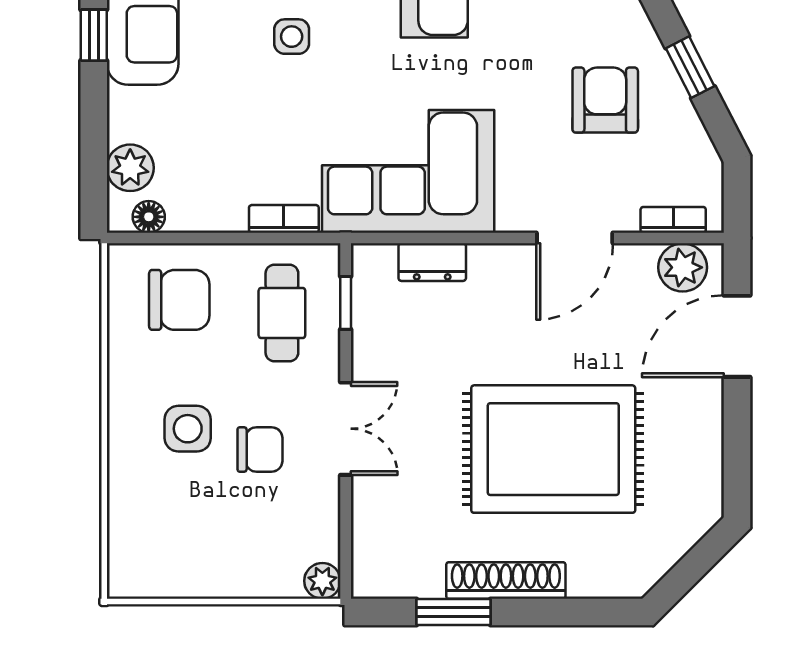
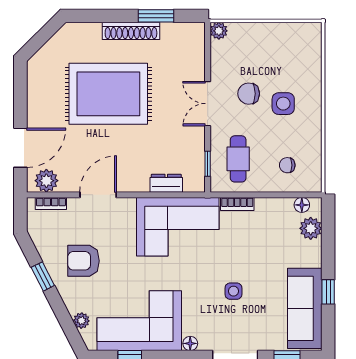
armchair: (605, 100) -> (84, 261), turned 90
chair: (179, 300) -> (287, 165), width x0.54, depth x0.54

